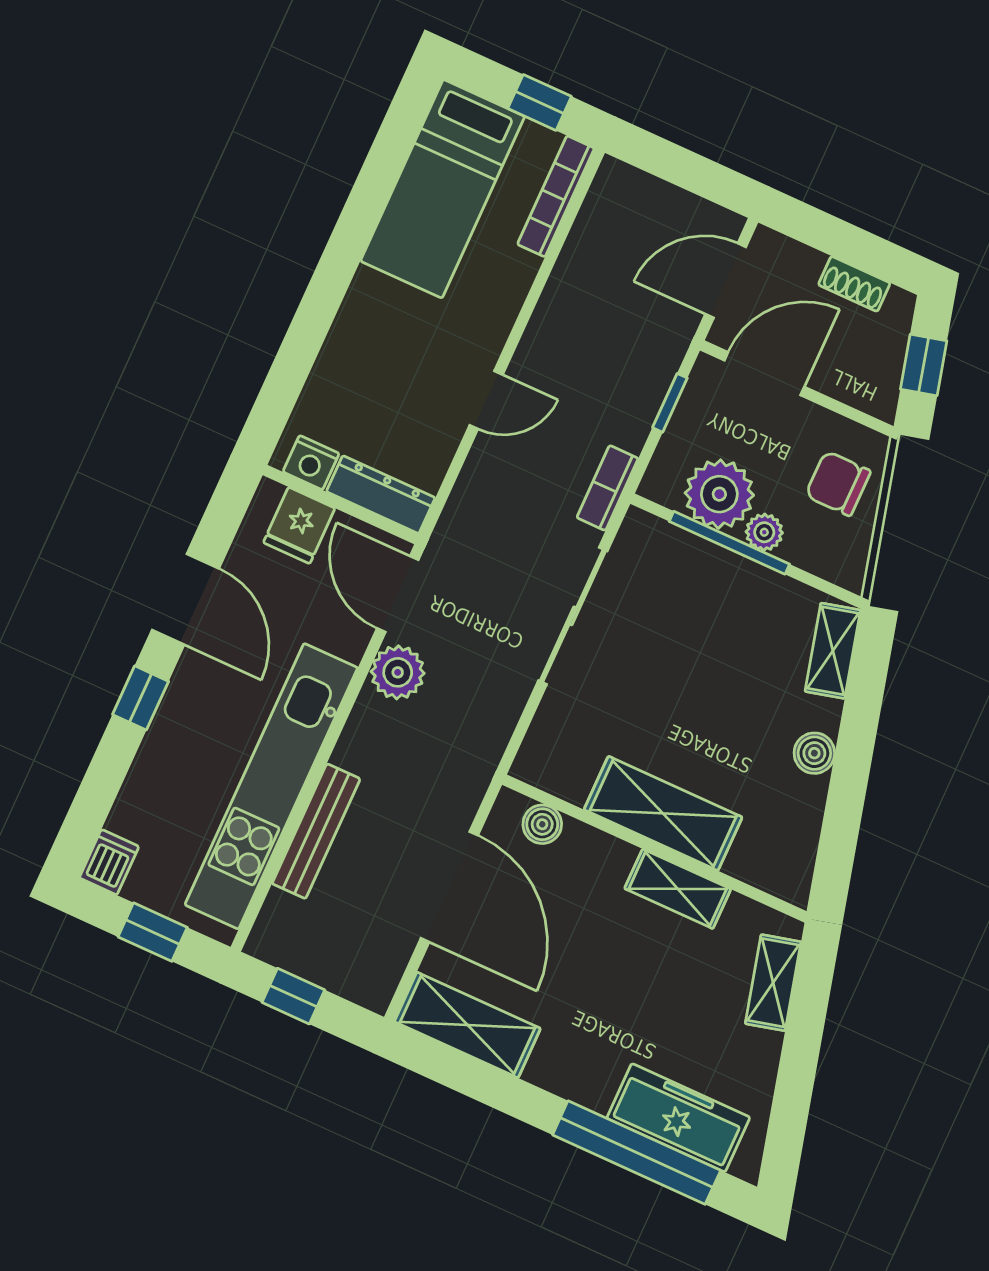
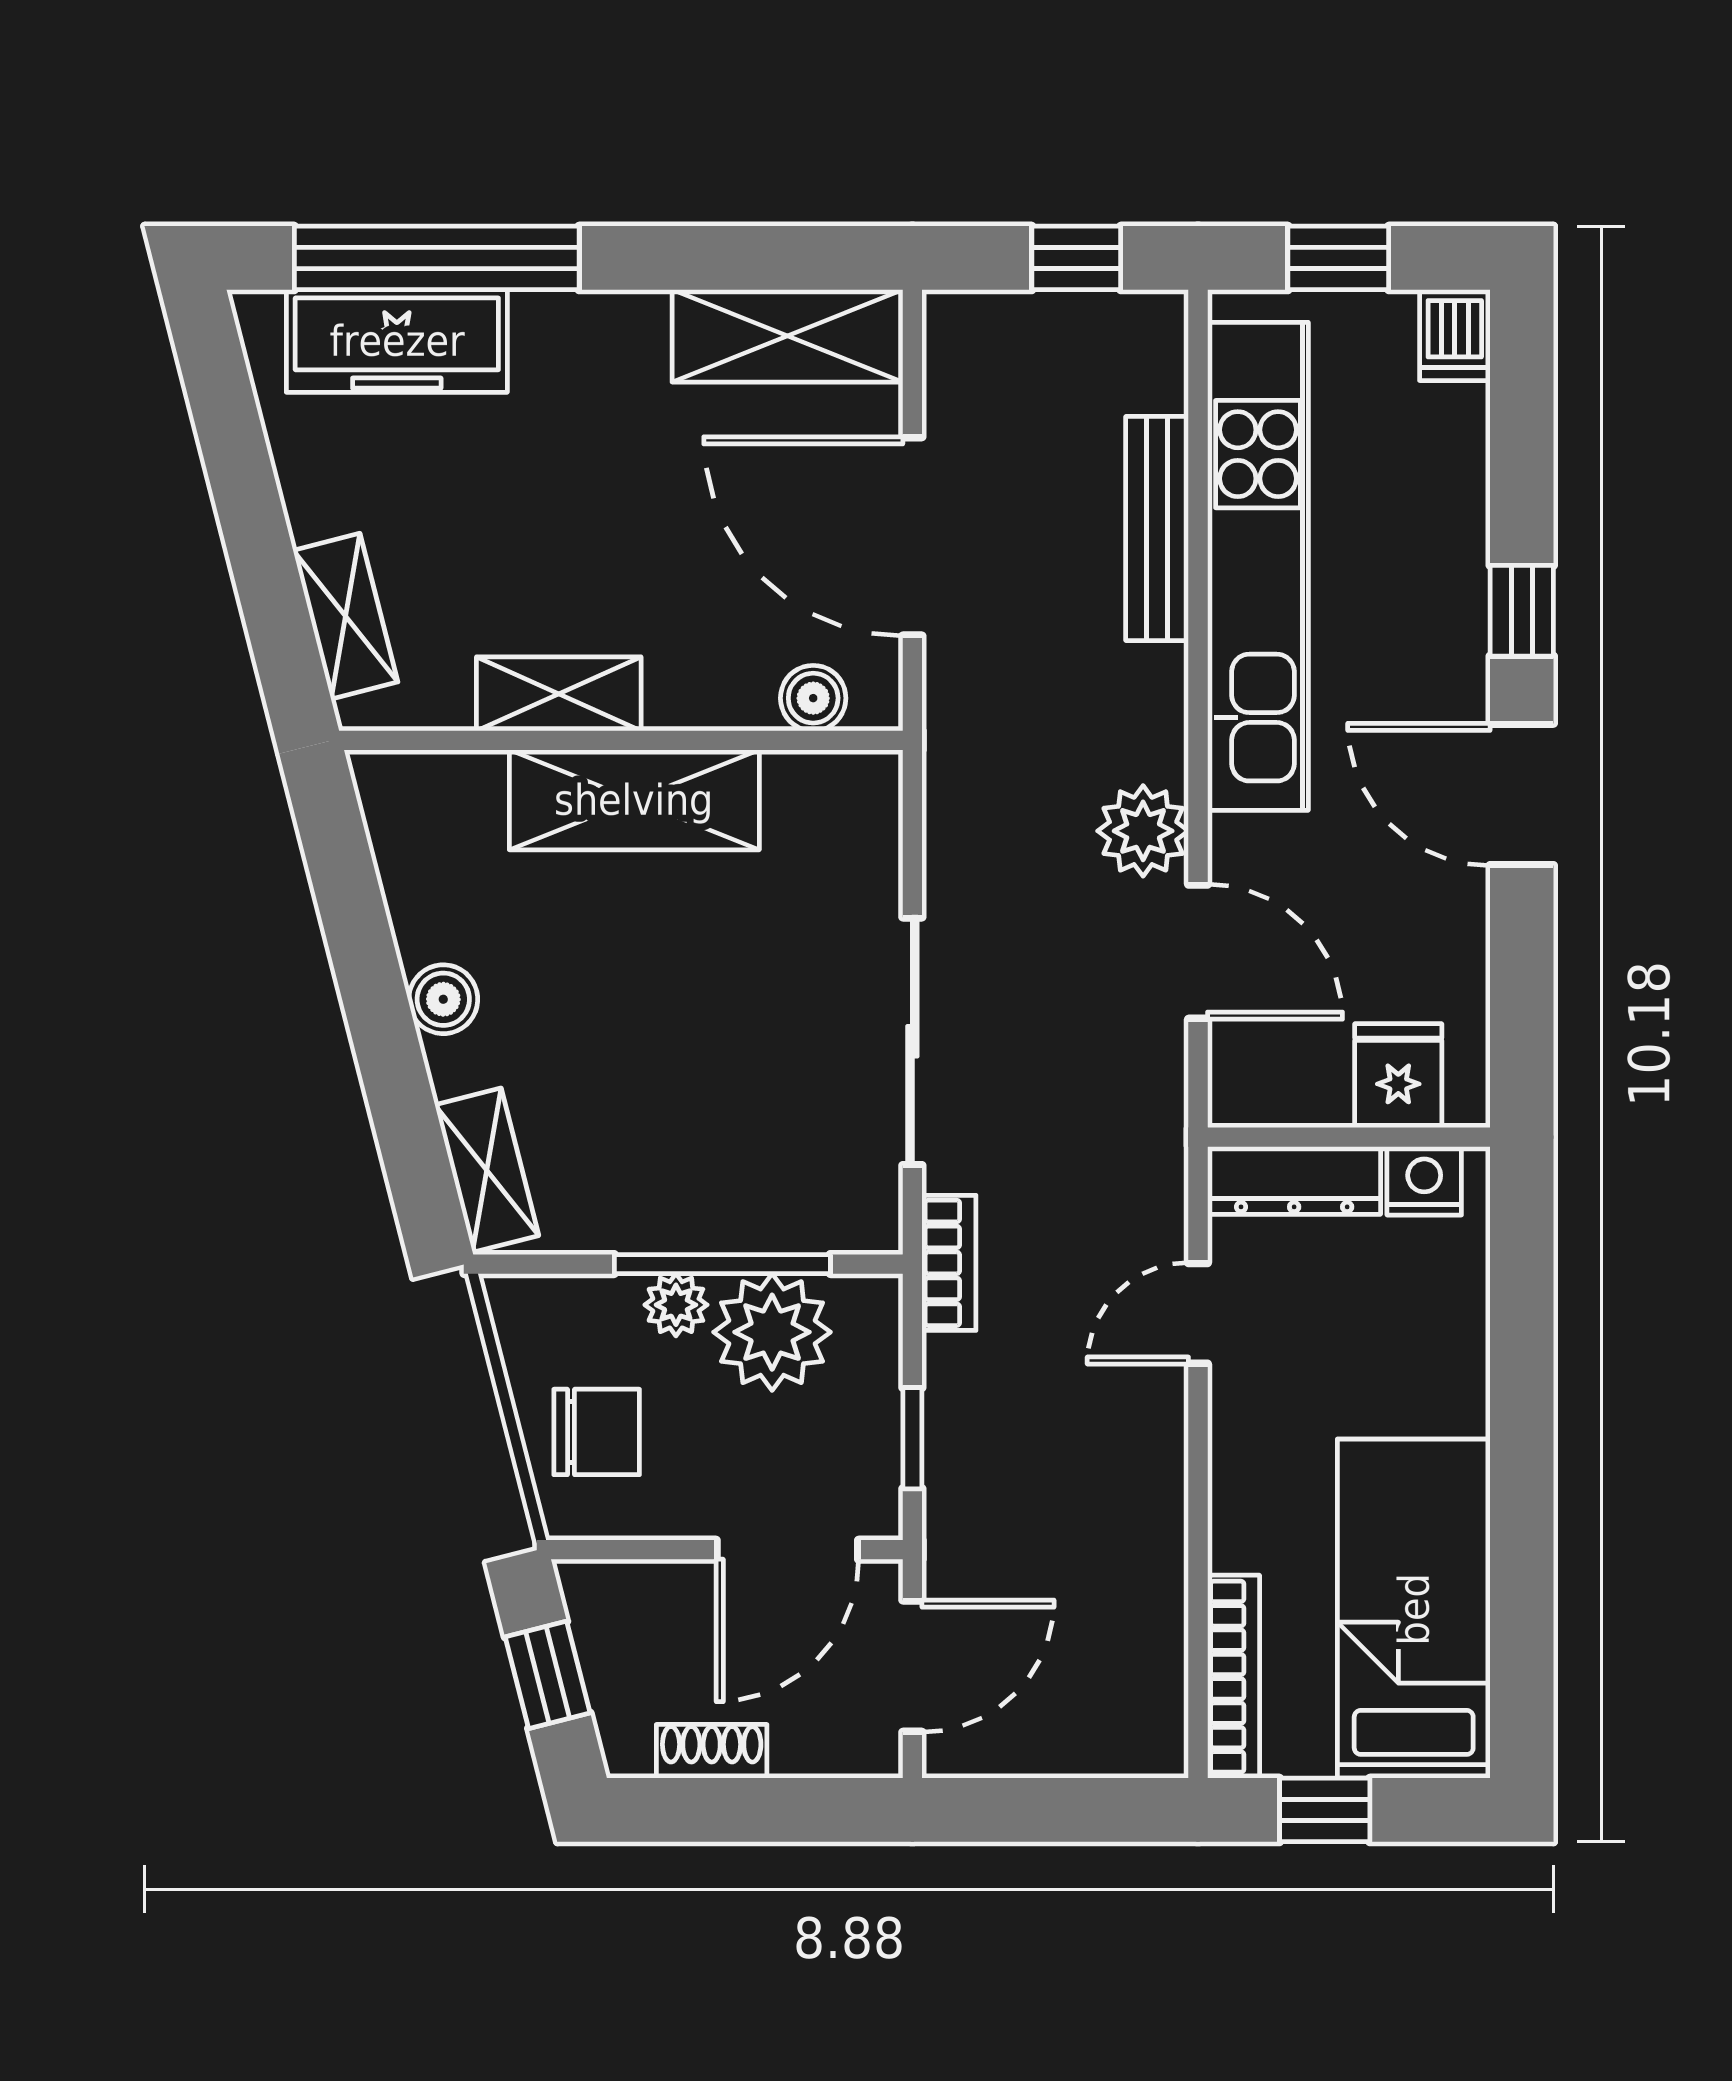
nightstand: (311, 463) -> (1424, 1181), moved
dresser: (381, 495) -> (1294, 1180), moved
wall: (341, 505) -> (1349, 1137), moved
fridge: (299, 525) -> (1398, 1076), moved

